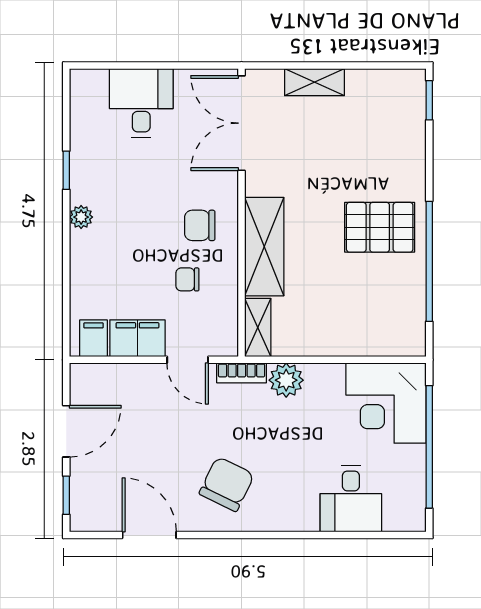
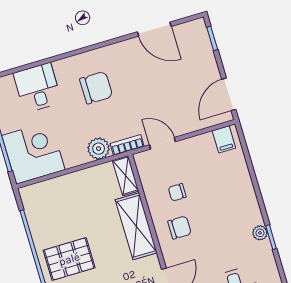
plant: (81, 217) -> (260, 233), moved
chair: (187, 279) -> (177, 192), turned 180
filing cabinet: (137, 338) -> (197, 147), removed
door: (66, 431) -> (229, 94), moved
chair: (227, 484) -> (96, 88), moved, turned -116

